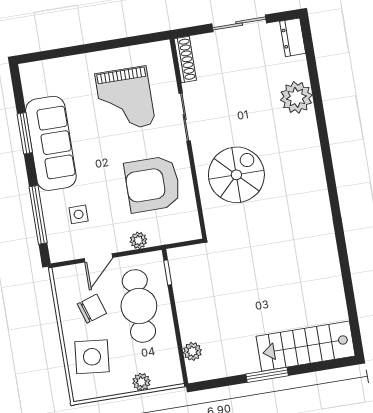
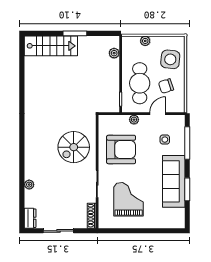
plant: (296, 97) -> (29, 185), width x0.53, depth x0.53

